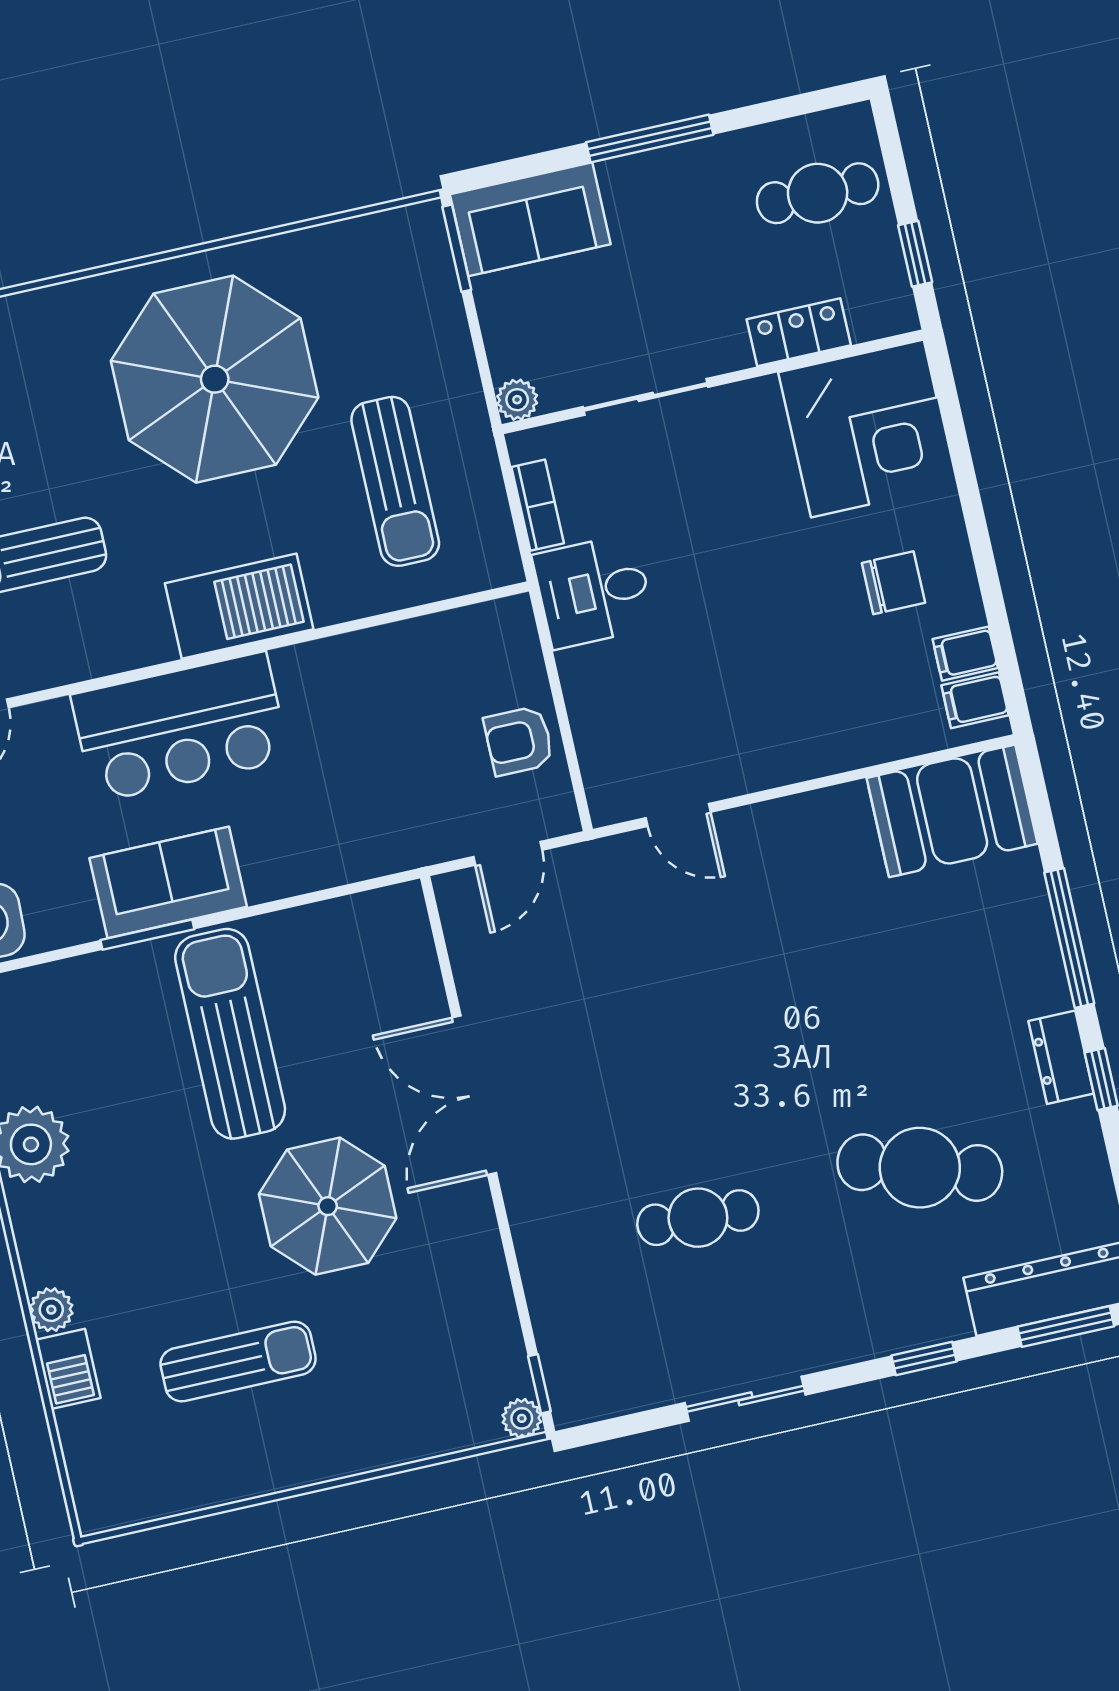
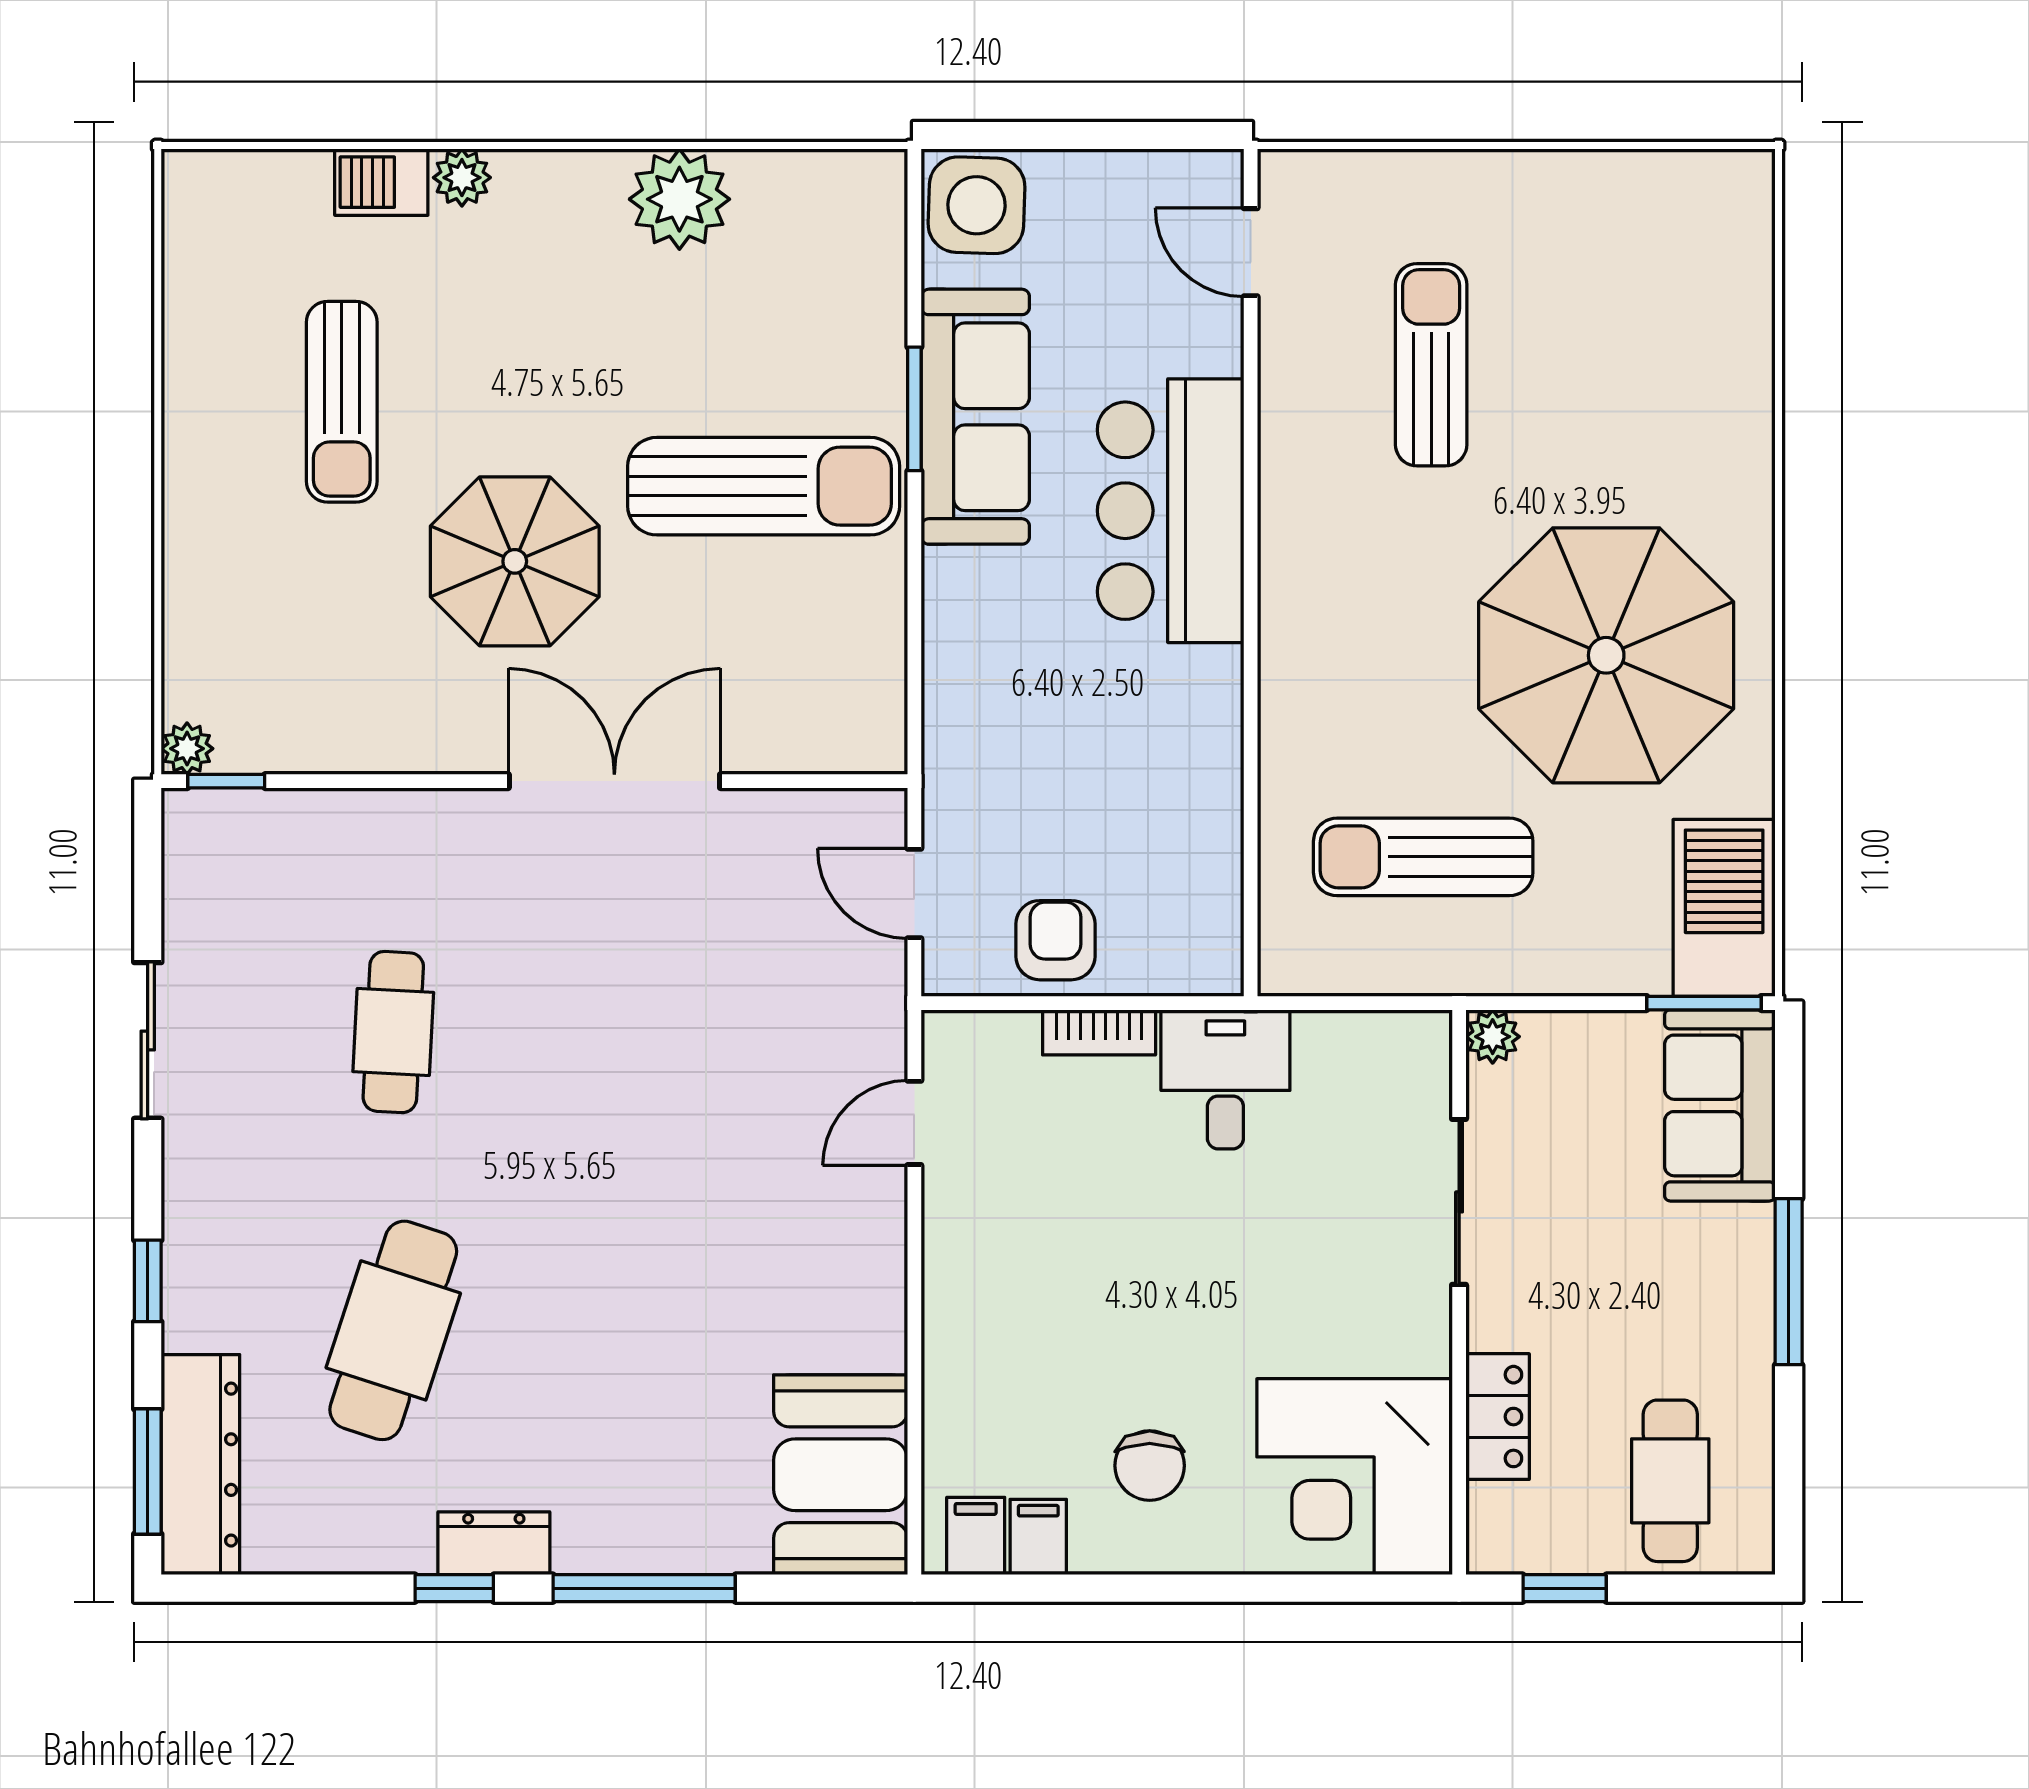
bookcase: (538, 505) -> (1099, 1032), moved
barbecue: (239, 606) -> (1724, 908), moved, turned 180
sofa: (168, 882) -> (975, 417), width x1.36

